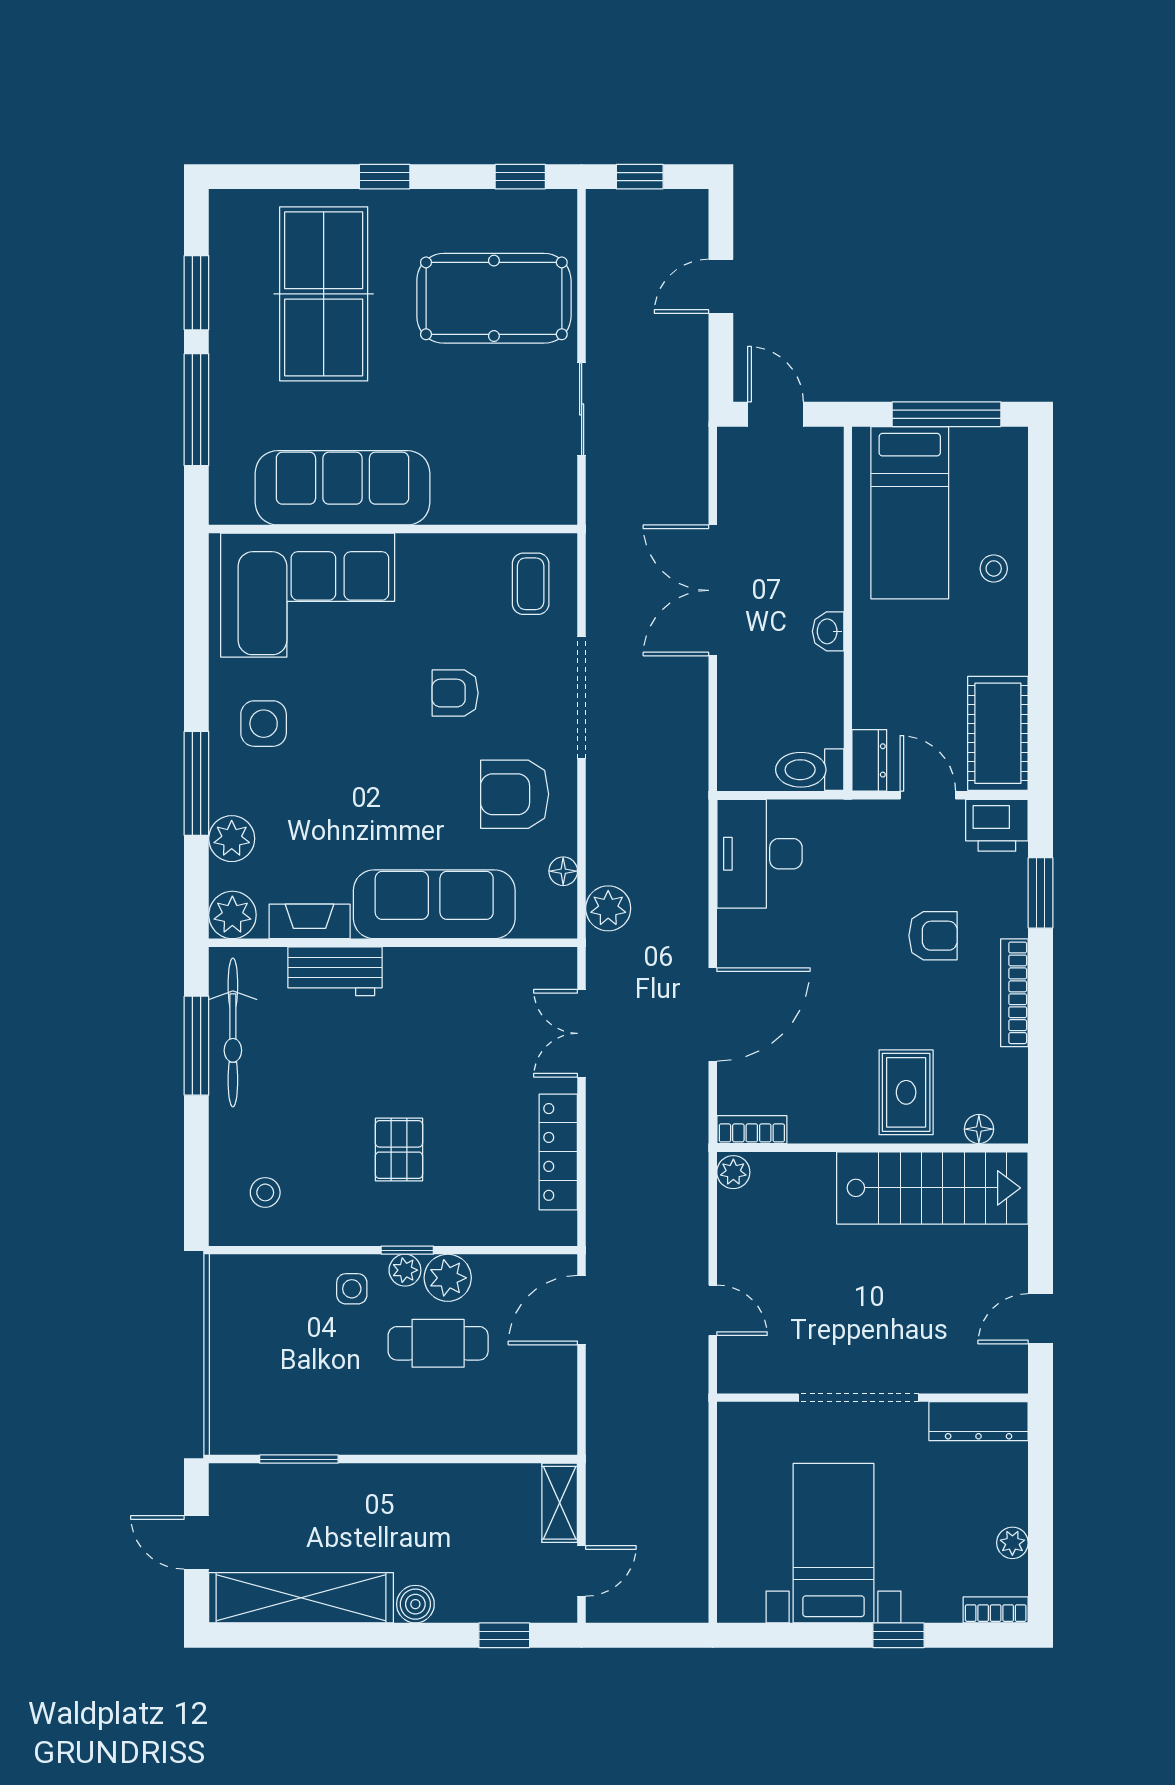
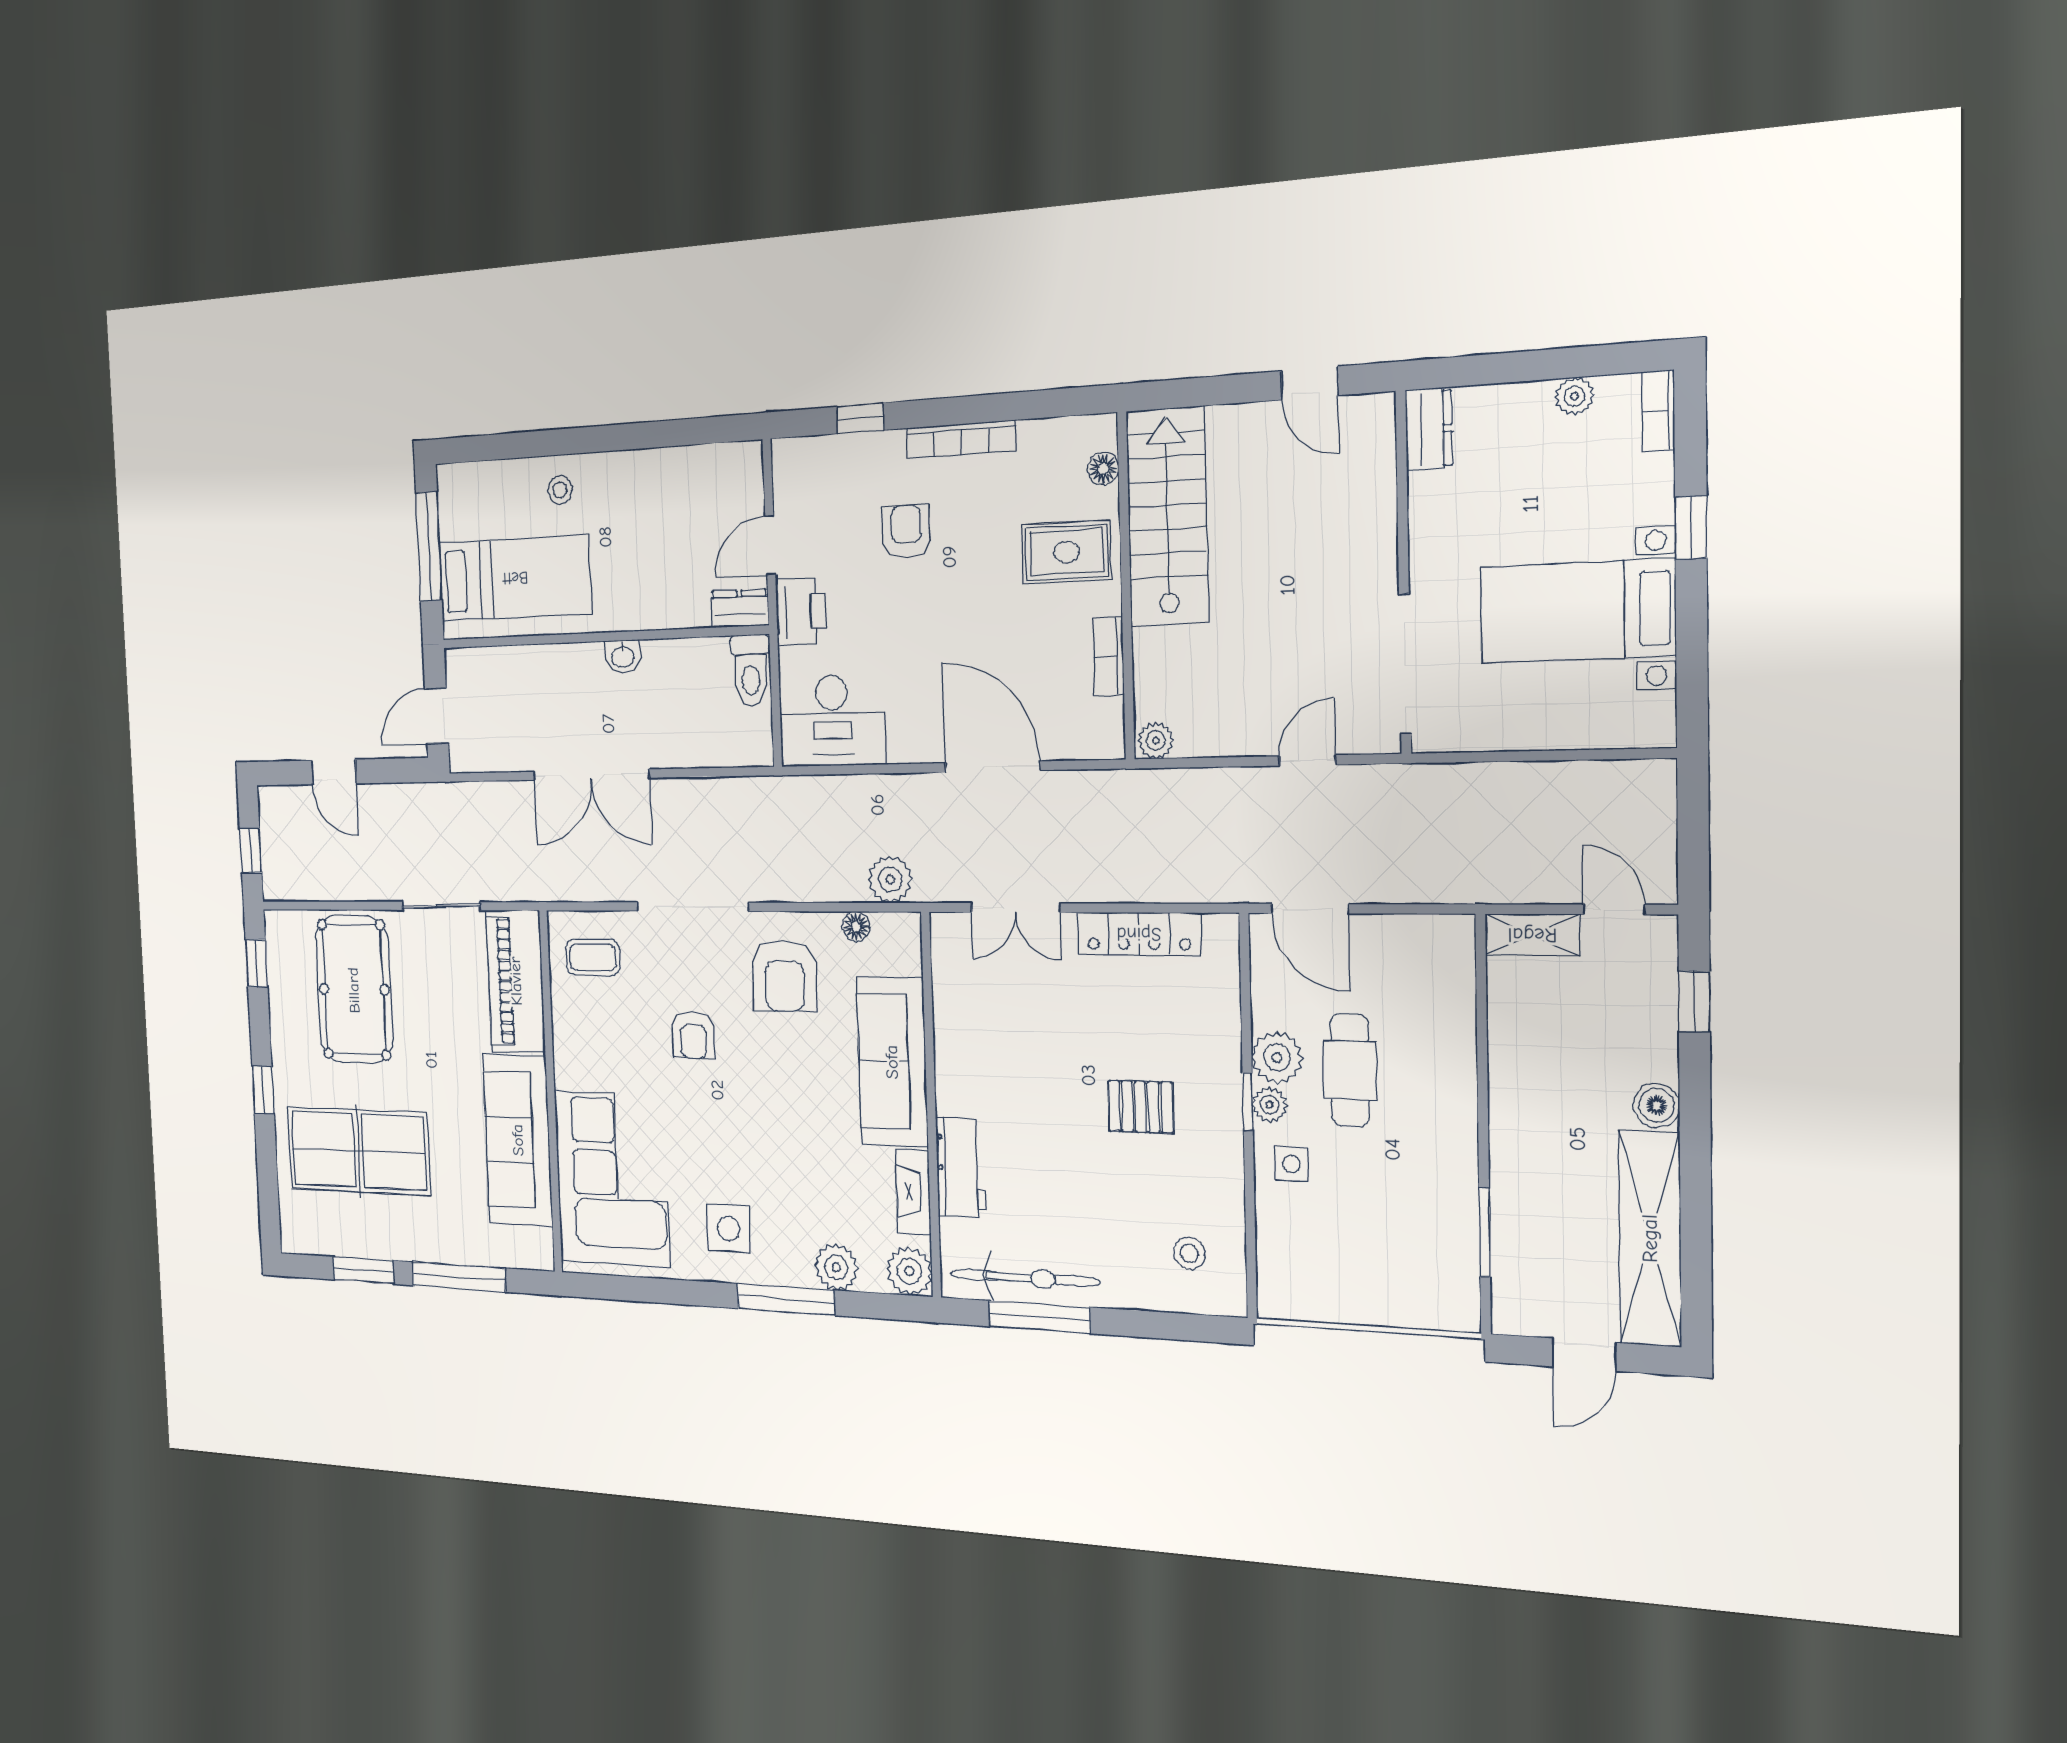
piano: (505, 494) -> (516, 981), added
cot: (998, 733) -> (709, 475), removed
printer: (997, 825) -> (801, 611), moved
window: (1040, 893) -> (860, 418), width x0.67
bookcase: (752, 1130) -> (1108, 656), moved
doorway: (858, 1398) -> (1405, 664), moved
dresser: (979, 1421) -> (1429, 429), width x0.70

